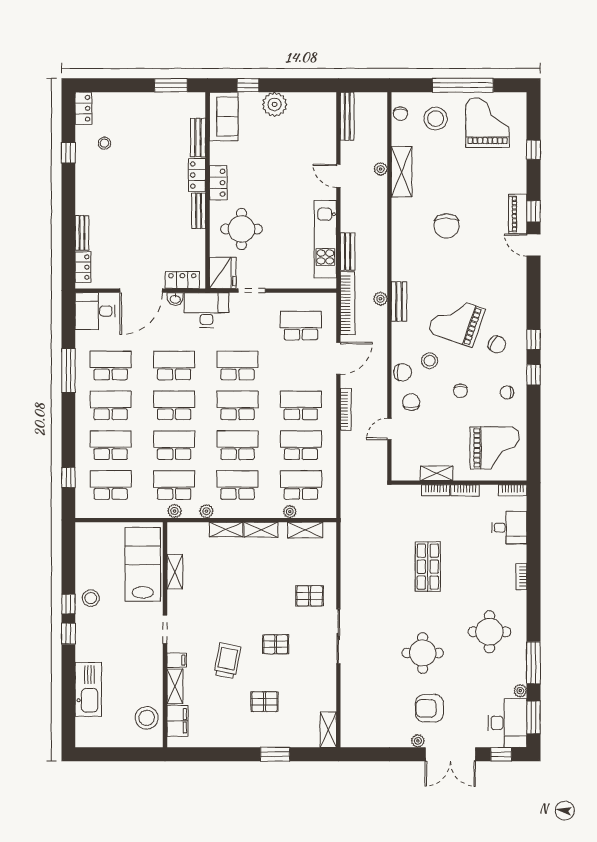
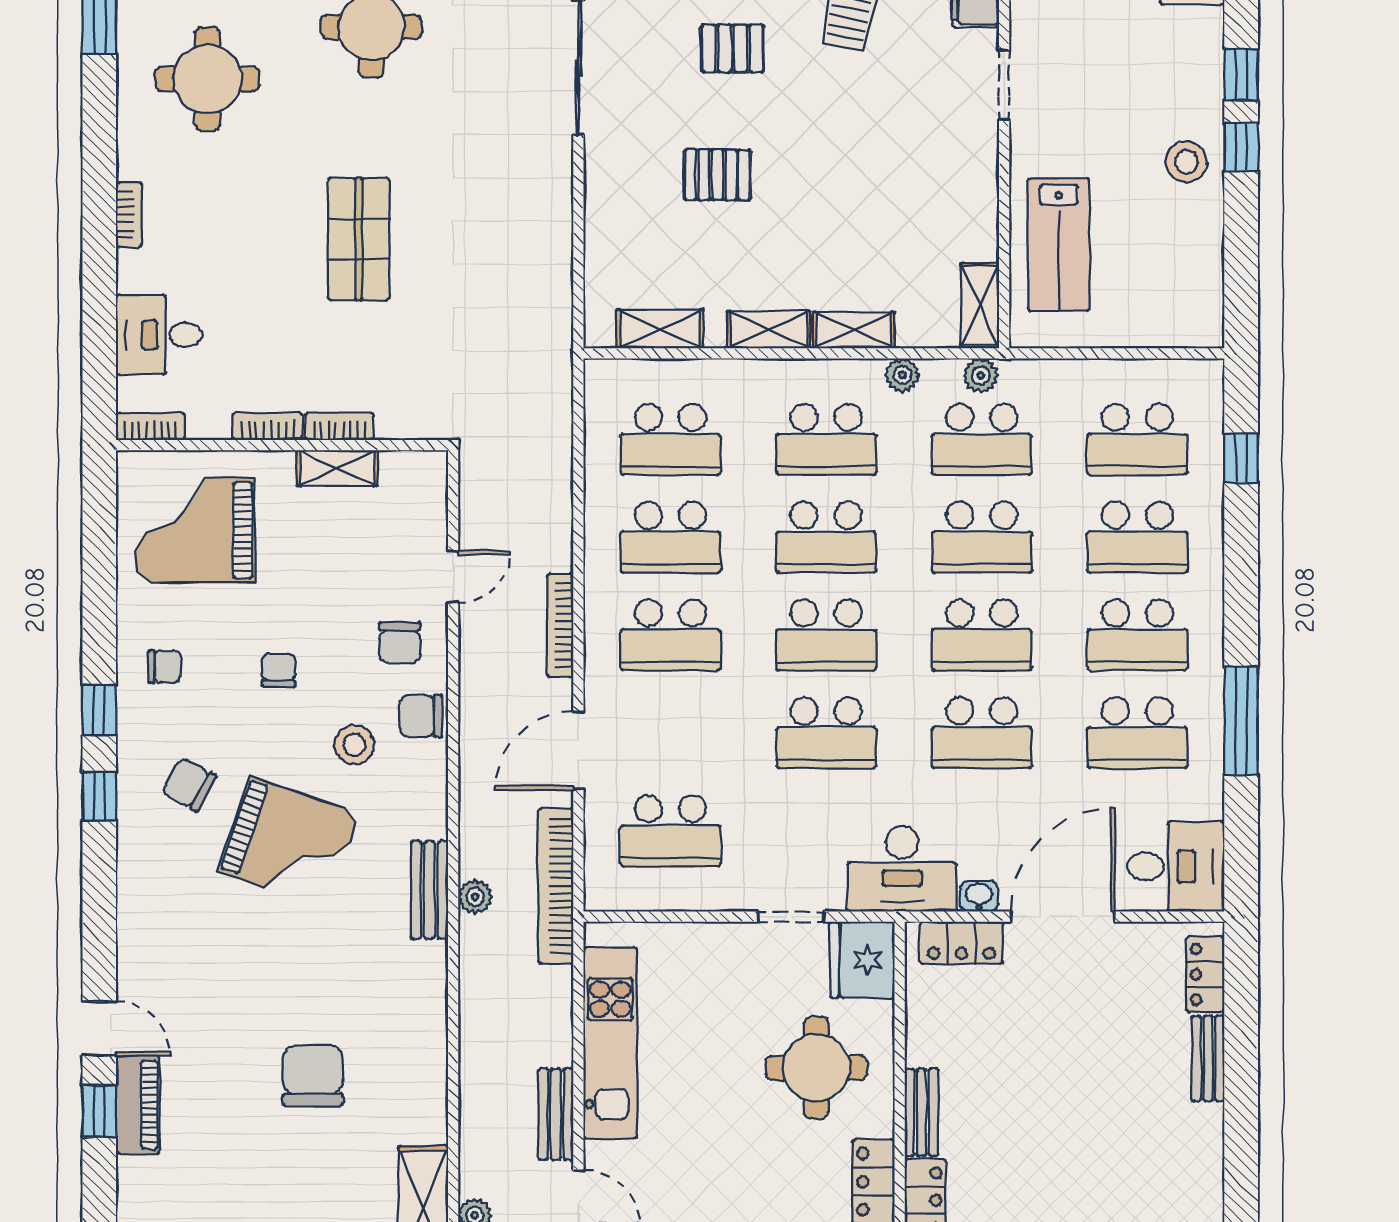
bench: (348, 251) -> (556, 1114), moved
plant: (290, 512) -> (698, 374), removed
lab bench: (143, 564) -> (1059, 245), width x0.73, depth x0.72
shelving: (175, 572) -> (980, 306), moved
pallet: (310, 596) -> (717, 175), moved

